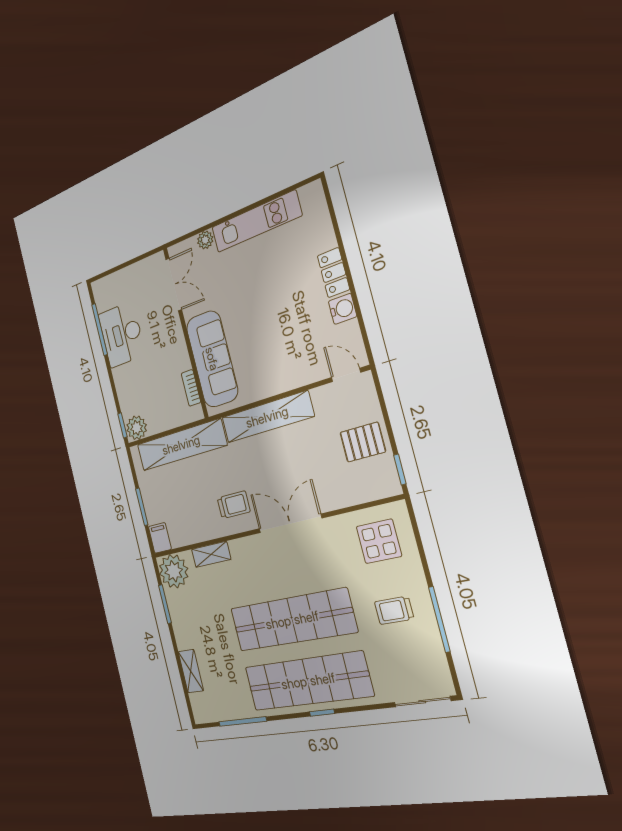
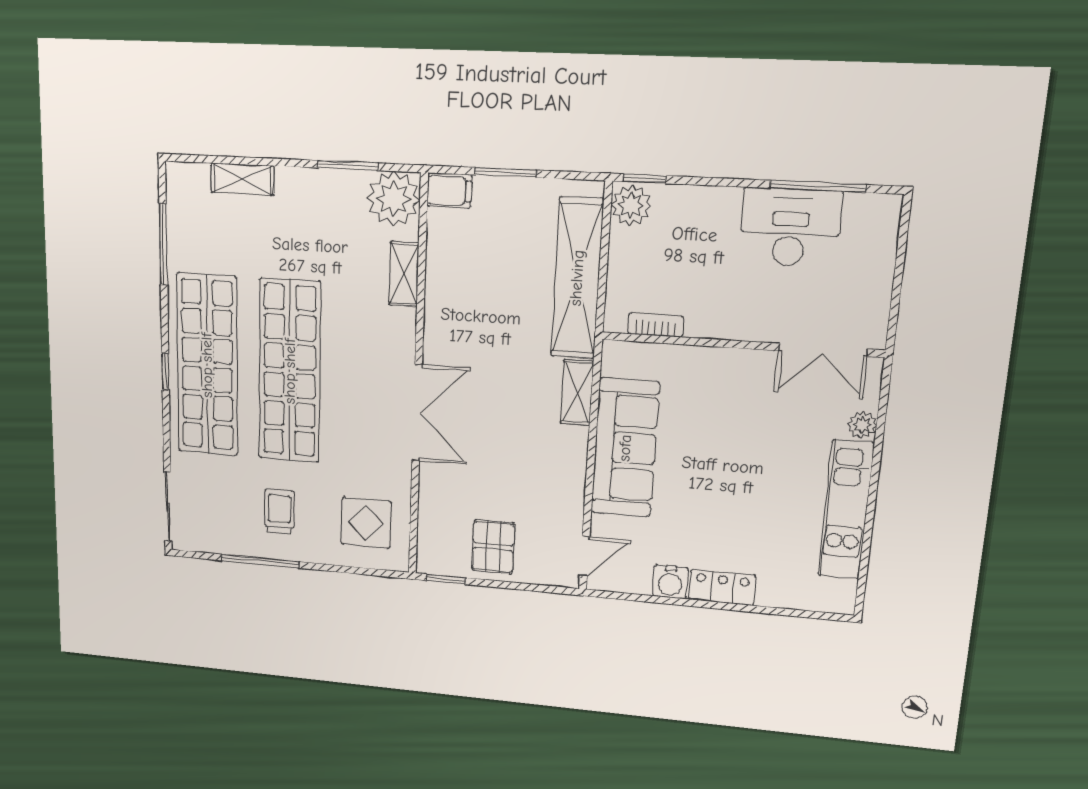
sofa: (212, 359) -> (625, 448), moved, turned -90
shelving: (267, 417) -> (577, 393), width x0.45, depth x0.75
trolley: (234, 505) -> (465, 336), removed

